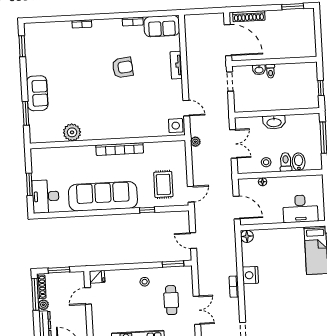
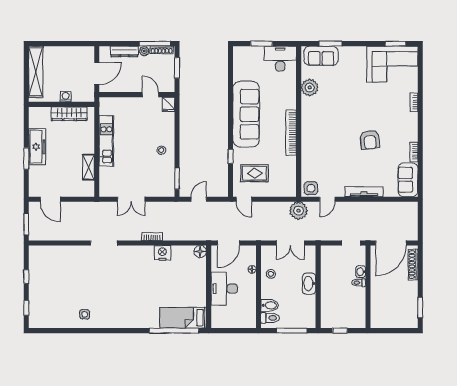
corner sofa: (43, 48) -> (392, 64), added
tv unit: (176, 65) -> (364, 192), width x1.41
sofa: (37, 93) -> (321, 56), moved
plant: (195, 142) -> (299, 211), width x1.87, depth x1.87
toilet: (286, 162) -> (270, 318), moved
desk: (46, 196) -> (280, 59), moved
desk: (300, 209) -> (224, 289), moved
cafe table: (171, 300) -> (142, 175), removed

